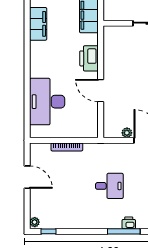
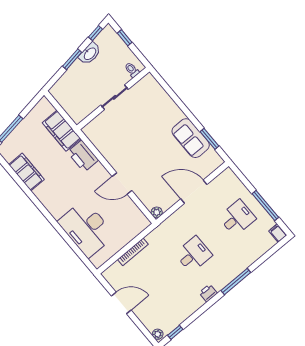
printer: (89, 58) -> (83, 156), moved
plant: (127, 133) -> (157, 212), moved
printer: (129, 223) -> (208, 293), moved

